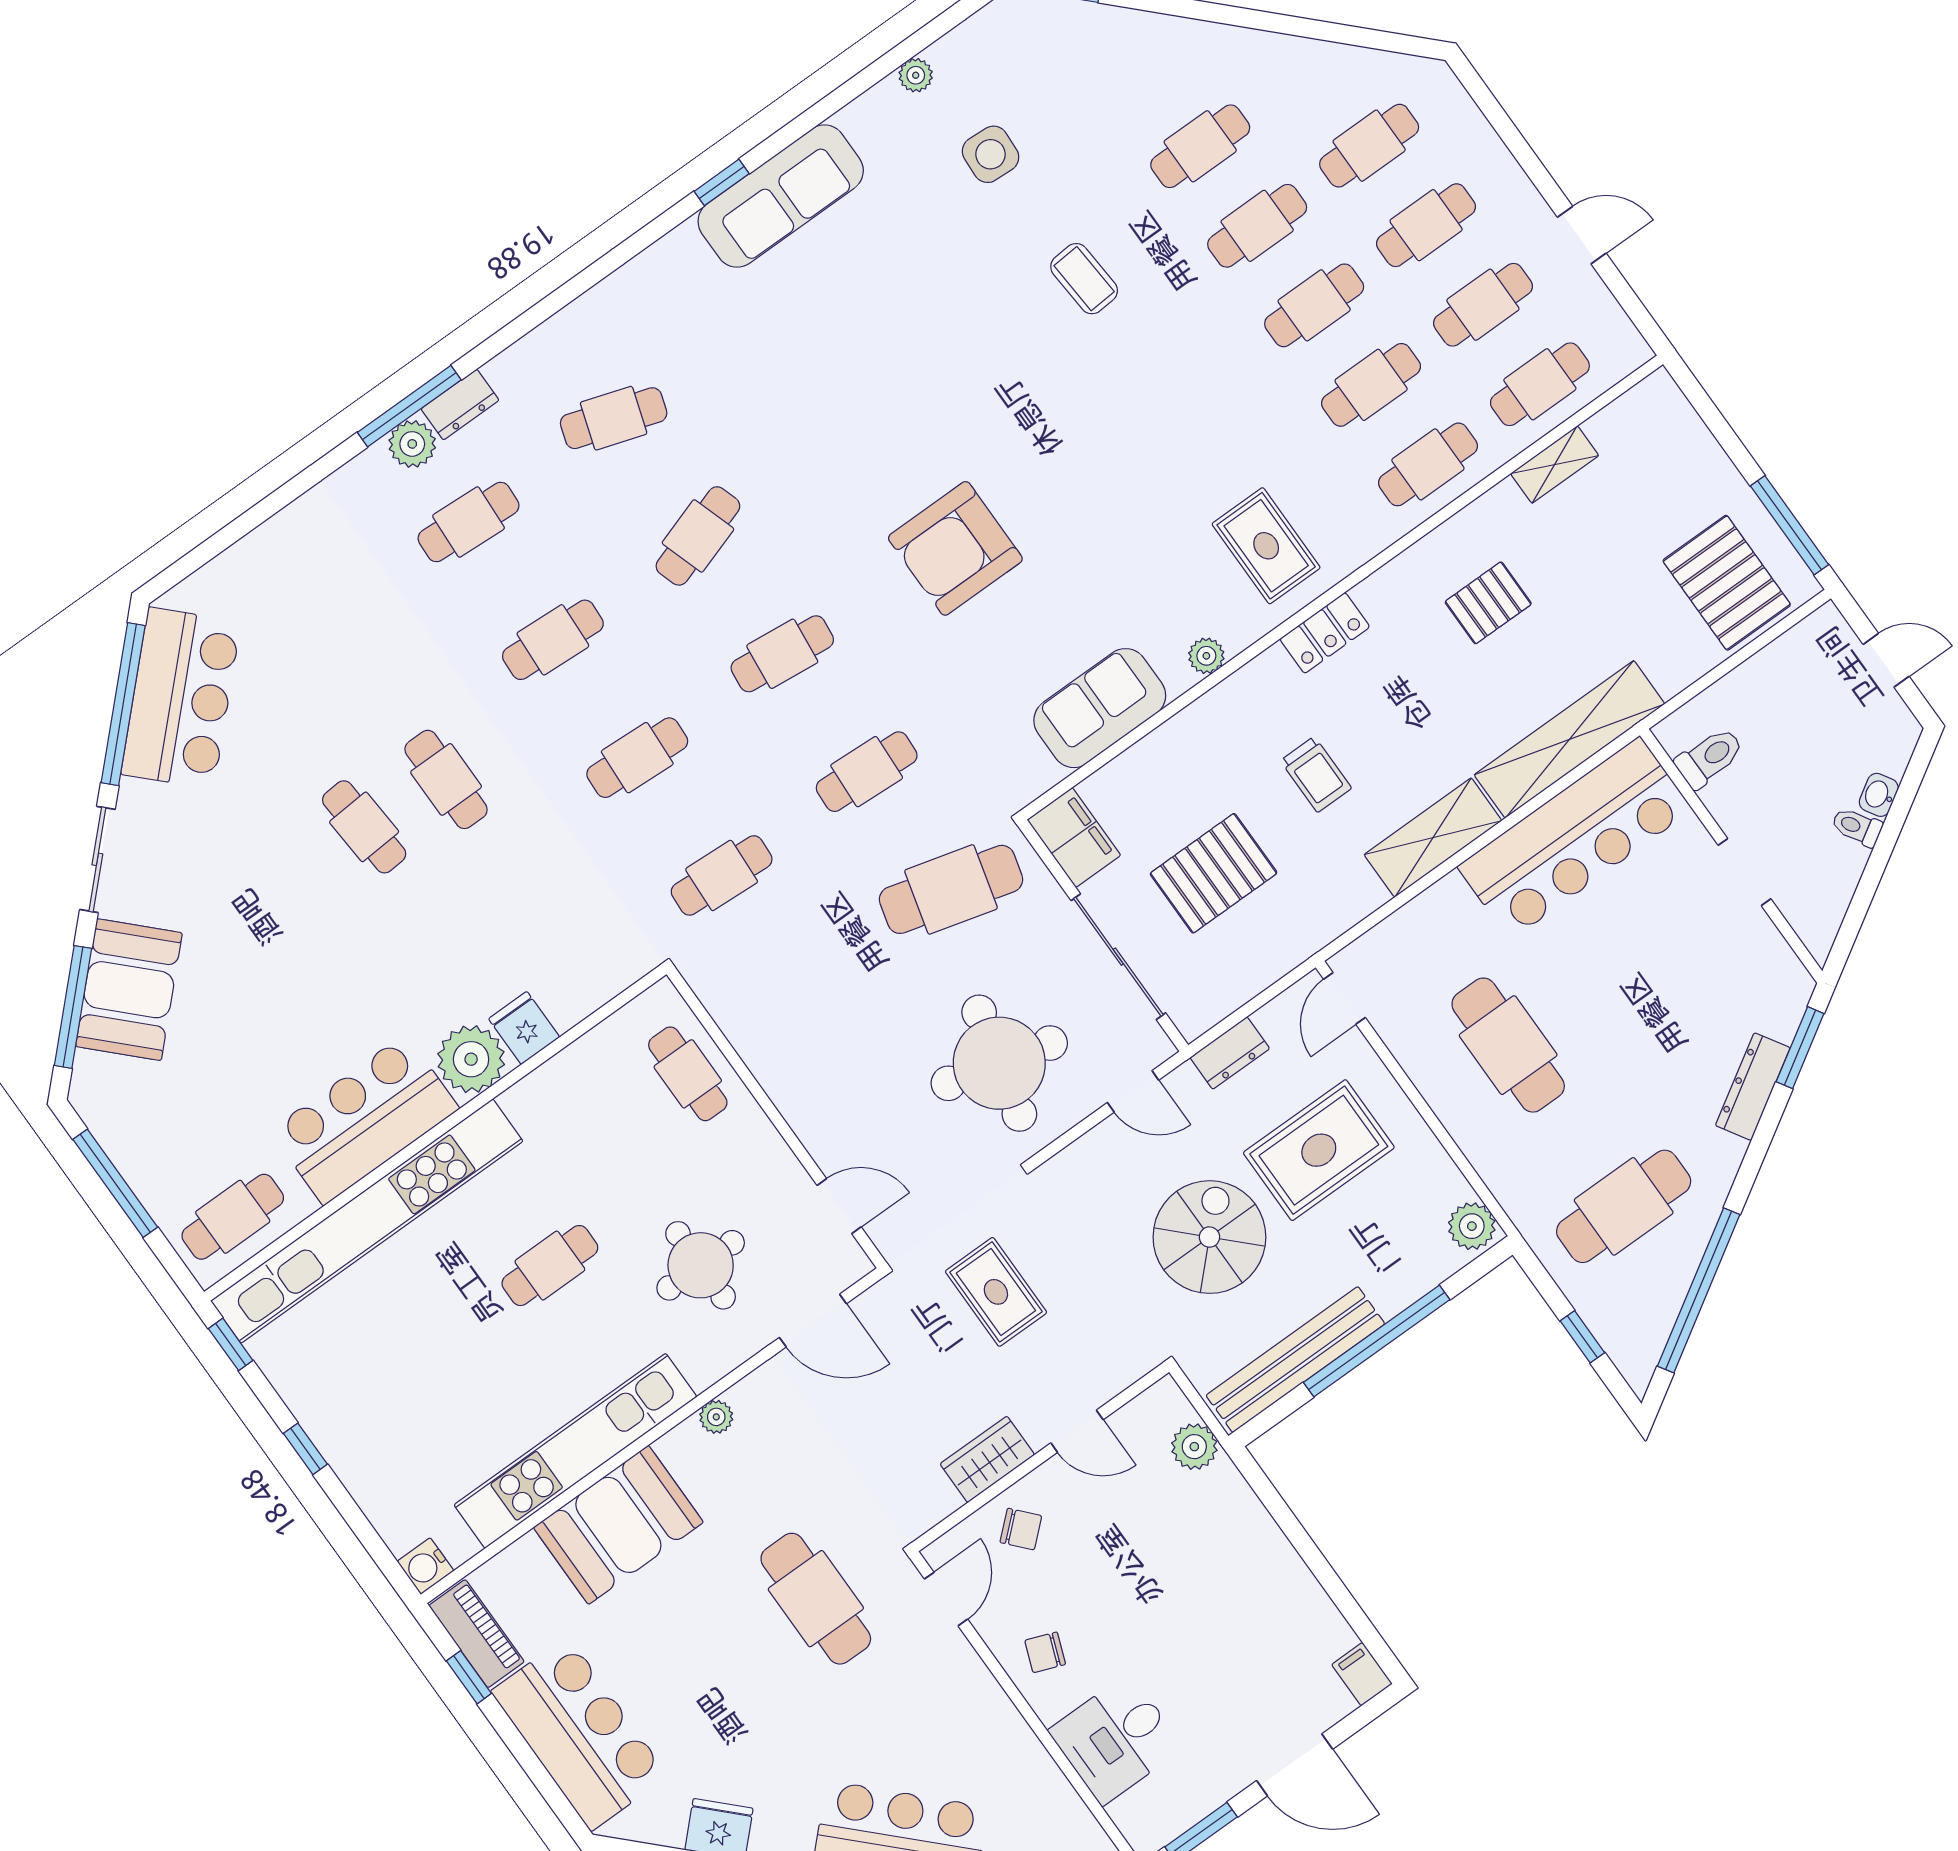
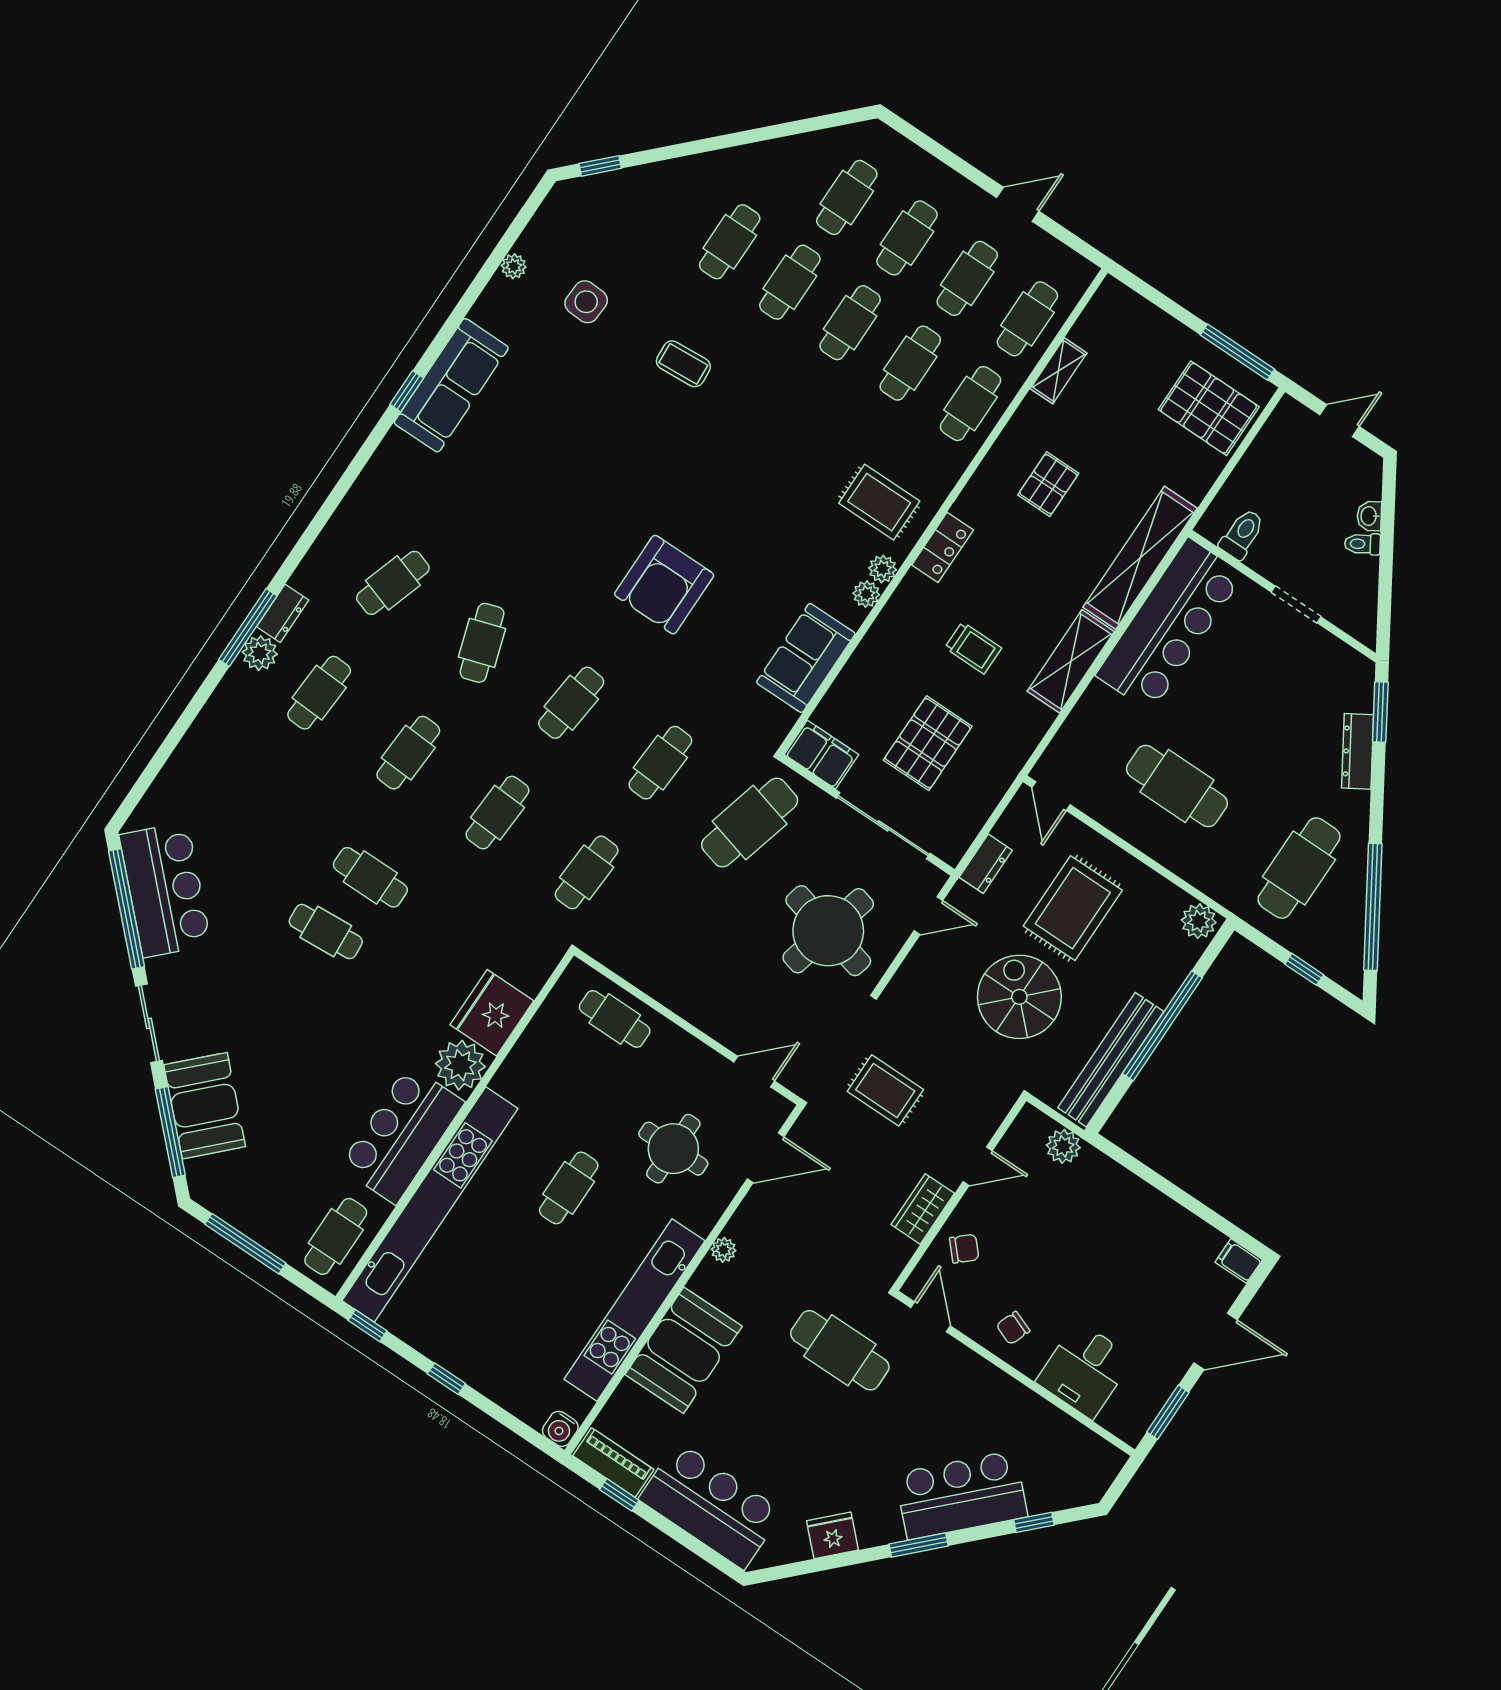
plant: (1239, 632) -> (883, 569), added
fridge: (524, 1028) -> (492, 1013), width x1.88, depth x1.34

